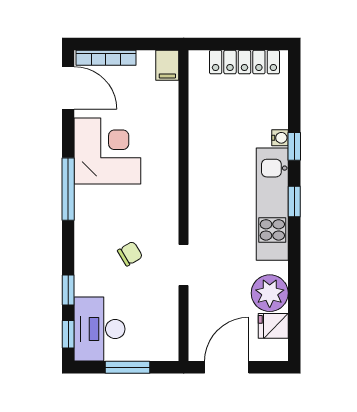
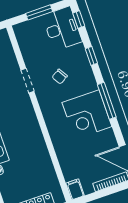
corner desk: (107, 151) -> (87, 115), moved
window: (68, 290) -> (91, 56), moved

